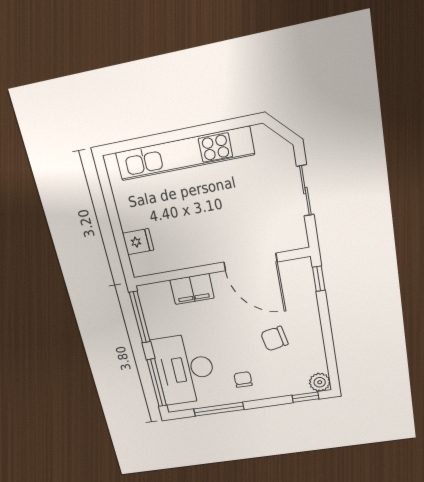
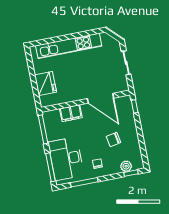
fridge: (138, 242) -> (46, 83), width x1.88, depth x1.34
plant: (320, 382) -> (126, 166), moved

